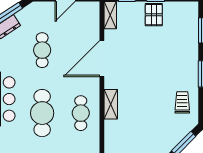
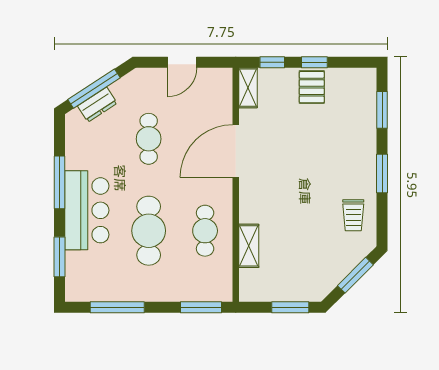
trolley: (182, 102) -> (353, 215), turned 180
shelving: (111, 104) -> (249, 246), moved

